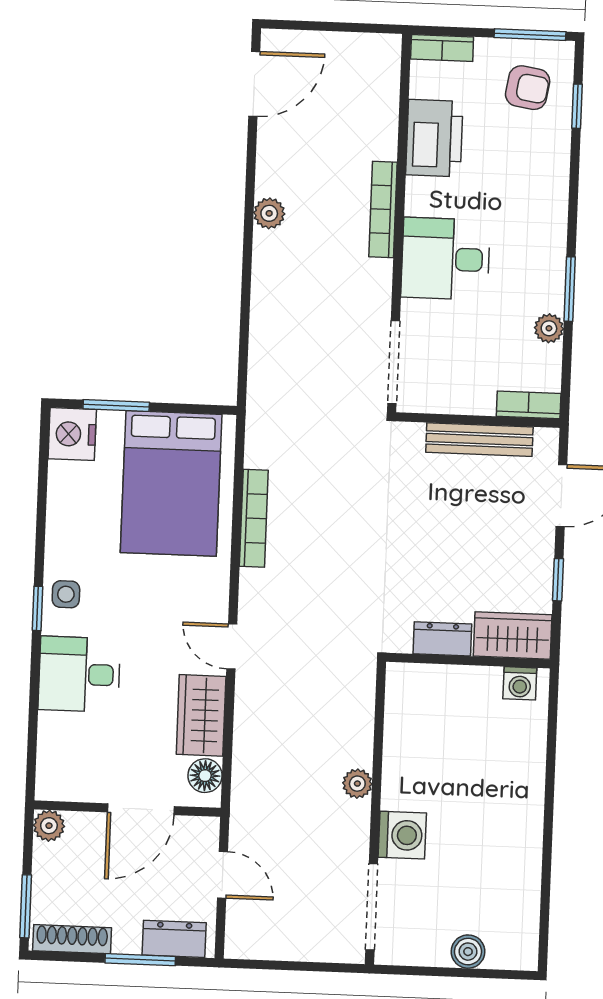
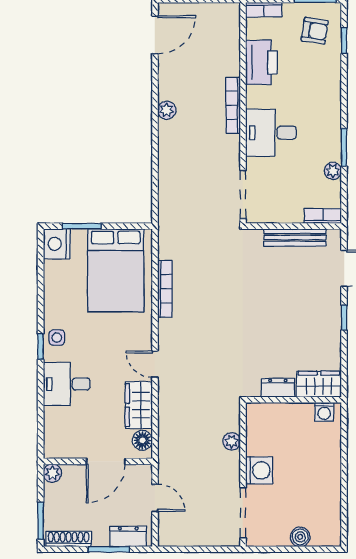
wardrobe: (513, 635) -> (319, 384), moved
dresser: (442, 639) -> (278, 388), moved
wall: (468, 661) -> (293, 400), moved
washing machine: (520, 683) -> (324, 412), moved

